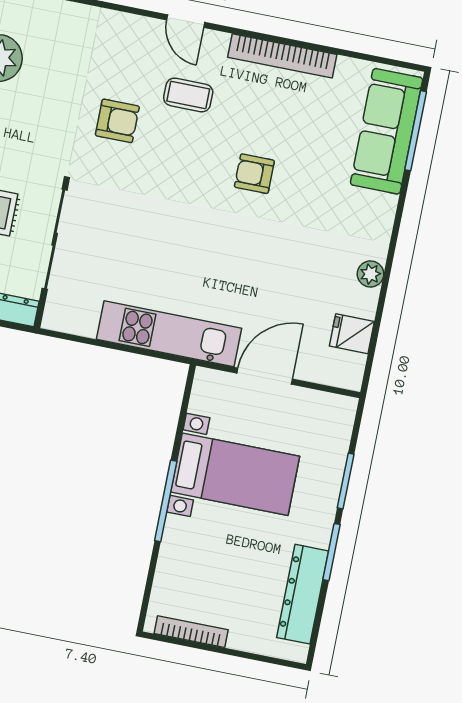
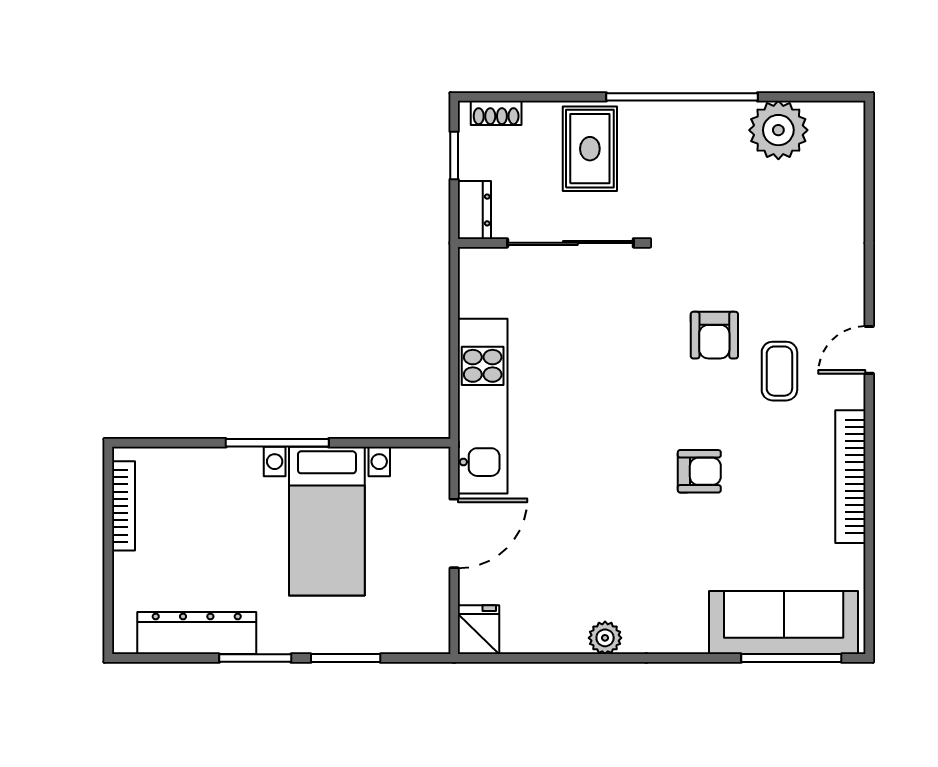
armchair: (117, 121) -> (714, 335), moved
armchair: (254, 174) -> (699, 471), turned 90
fridge: (352, 334) -> (479, 630), moved
door: (265, 376) -> (454, 533), hinge flipped

